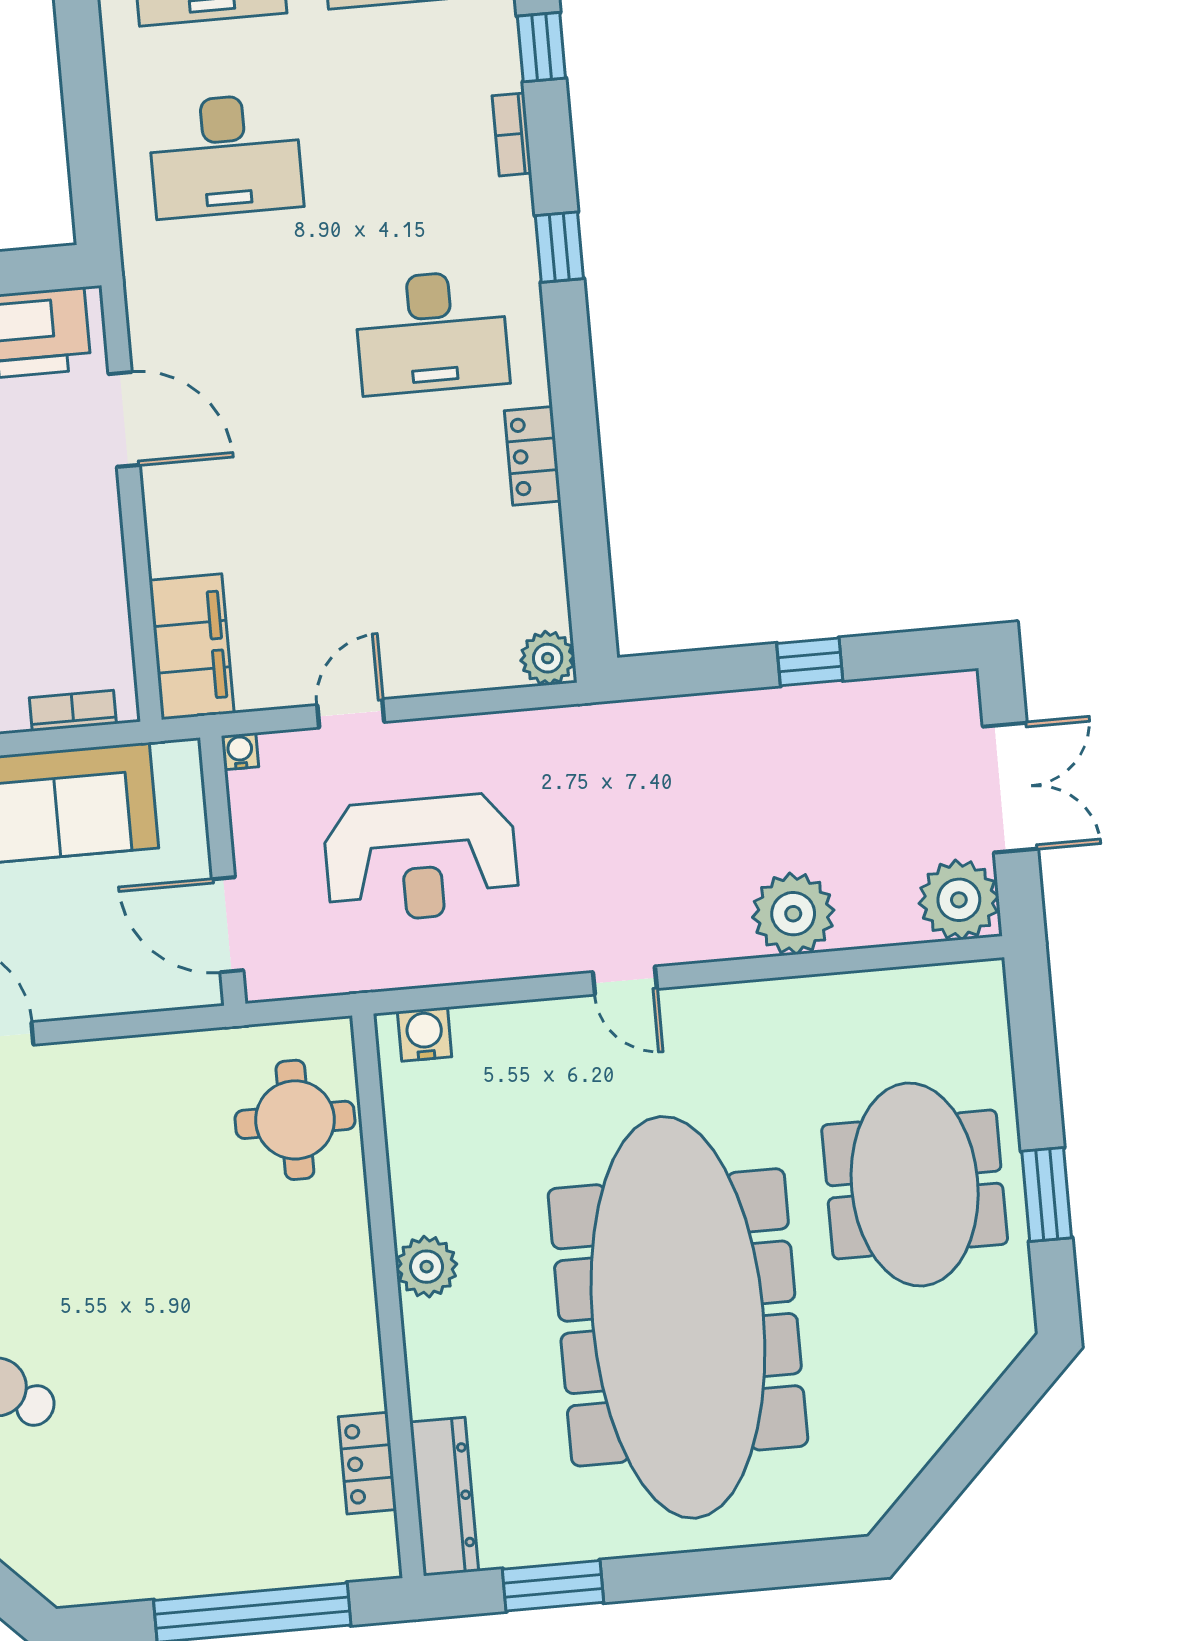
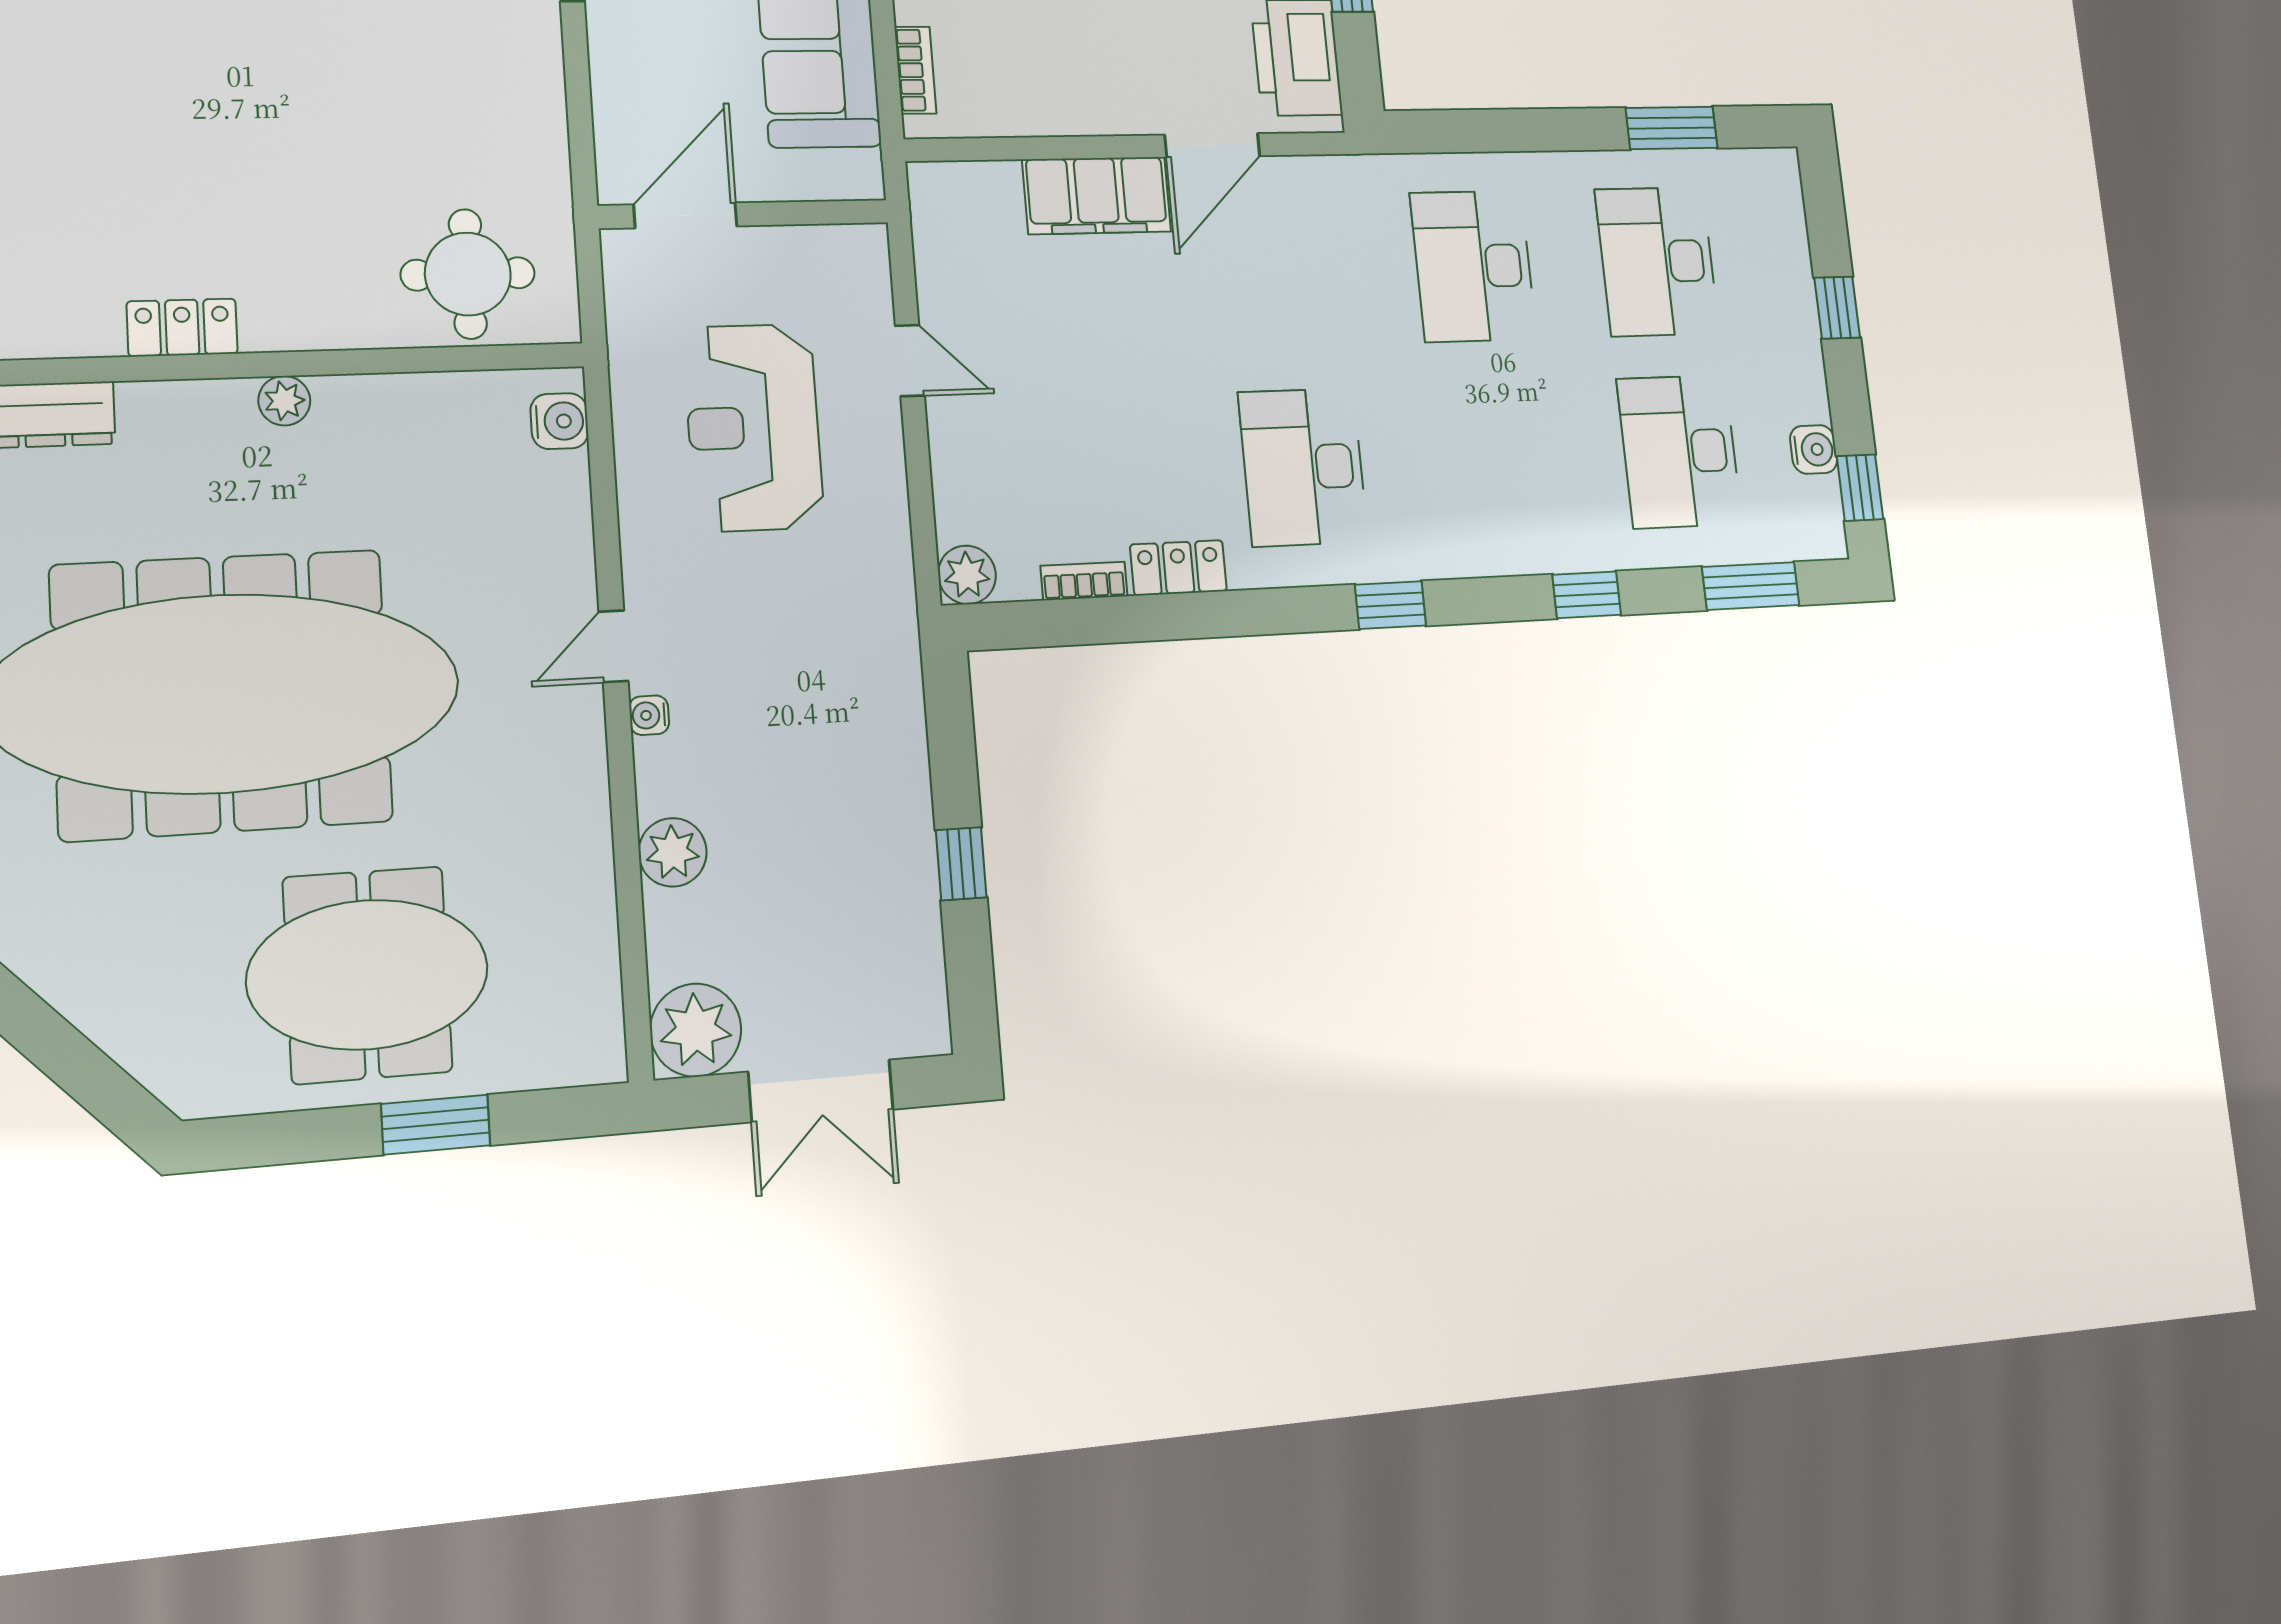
bookcase: (512, 134) -> (1084, 581), moved
filing cabinet: (192, 647) -> (1097, 196), moved
water cooler: (240, 751) -> (649, 715), moved, turned 180
plant: (793, 914) -> (673, 852), width x0.73, depth x0.73
window: (1047, 1194) -> (436, 1125), moved
plant: (427, 1267) -> (284, 401), width x0.73, depth x0.73
locker: (367, 1463) -> (182, 327), moved

